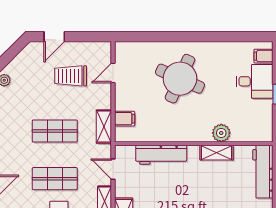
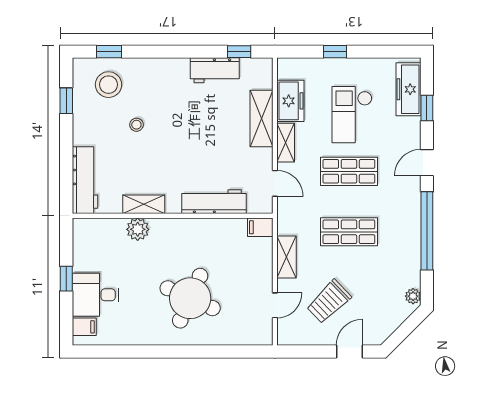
trolley: (71, 76) -> (329, 302), turned 136
filing cabinet: (125, 119) -> (260, 227), moved
shelving: (104, 127) -> (287, 257), moved

